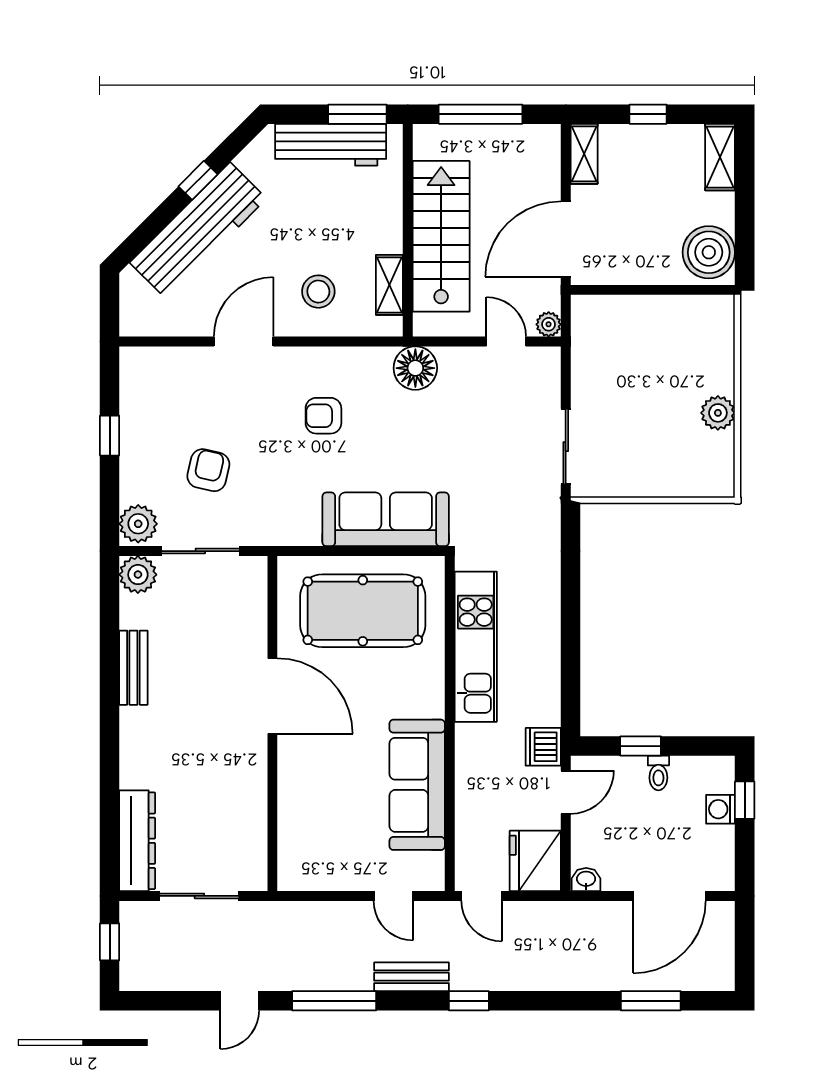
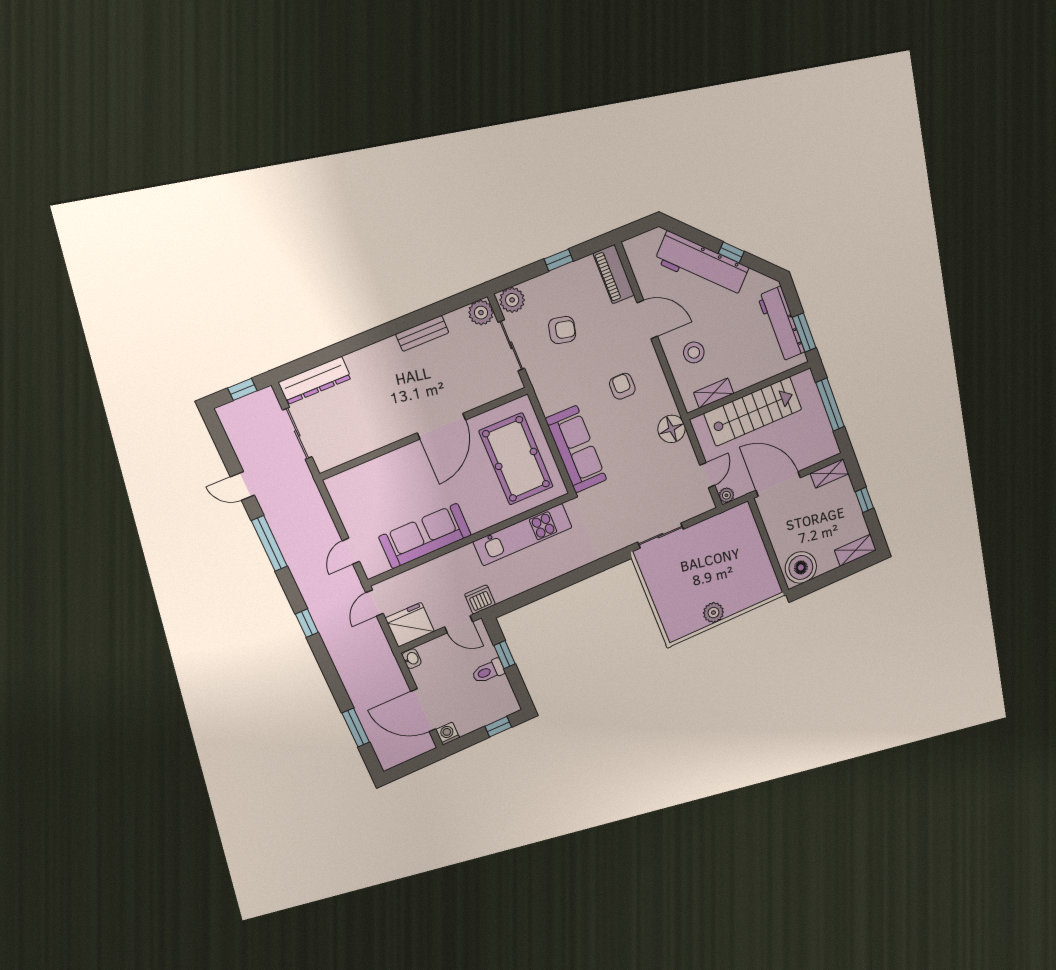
piano: (160, 365) -> (614, 274), added
toilet: (658, 773) -> (488, 671), width x1.37, depth x1.39
washing machine: (721, 809) -> (448, 734), moved
bench: (411, 977) -> (306, 583), removed

